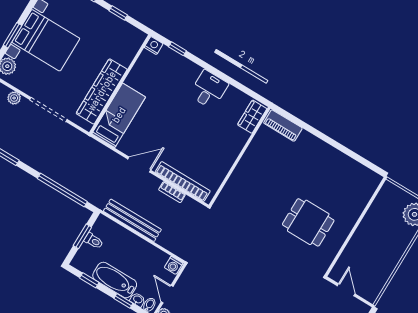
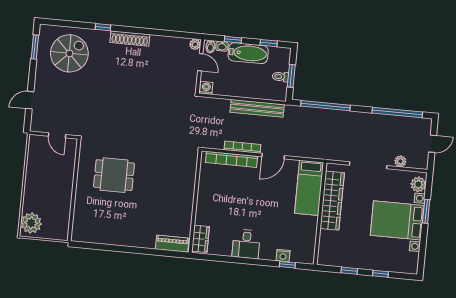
nightstand: (154, 46) -> (283, 256), moved
bookcase: (172, 192) -> (242, 147), width x1.56

